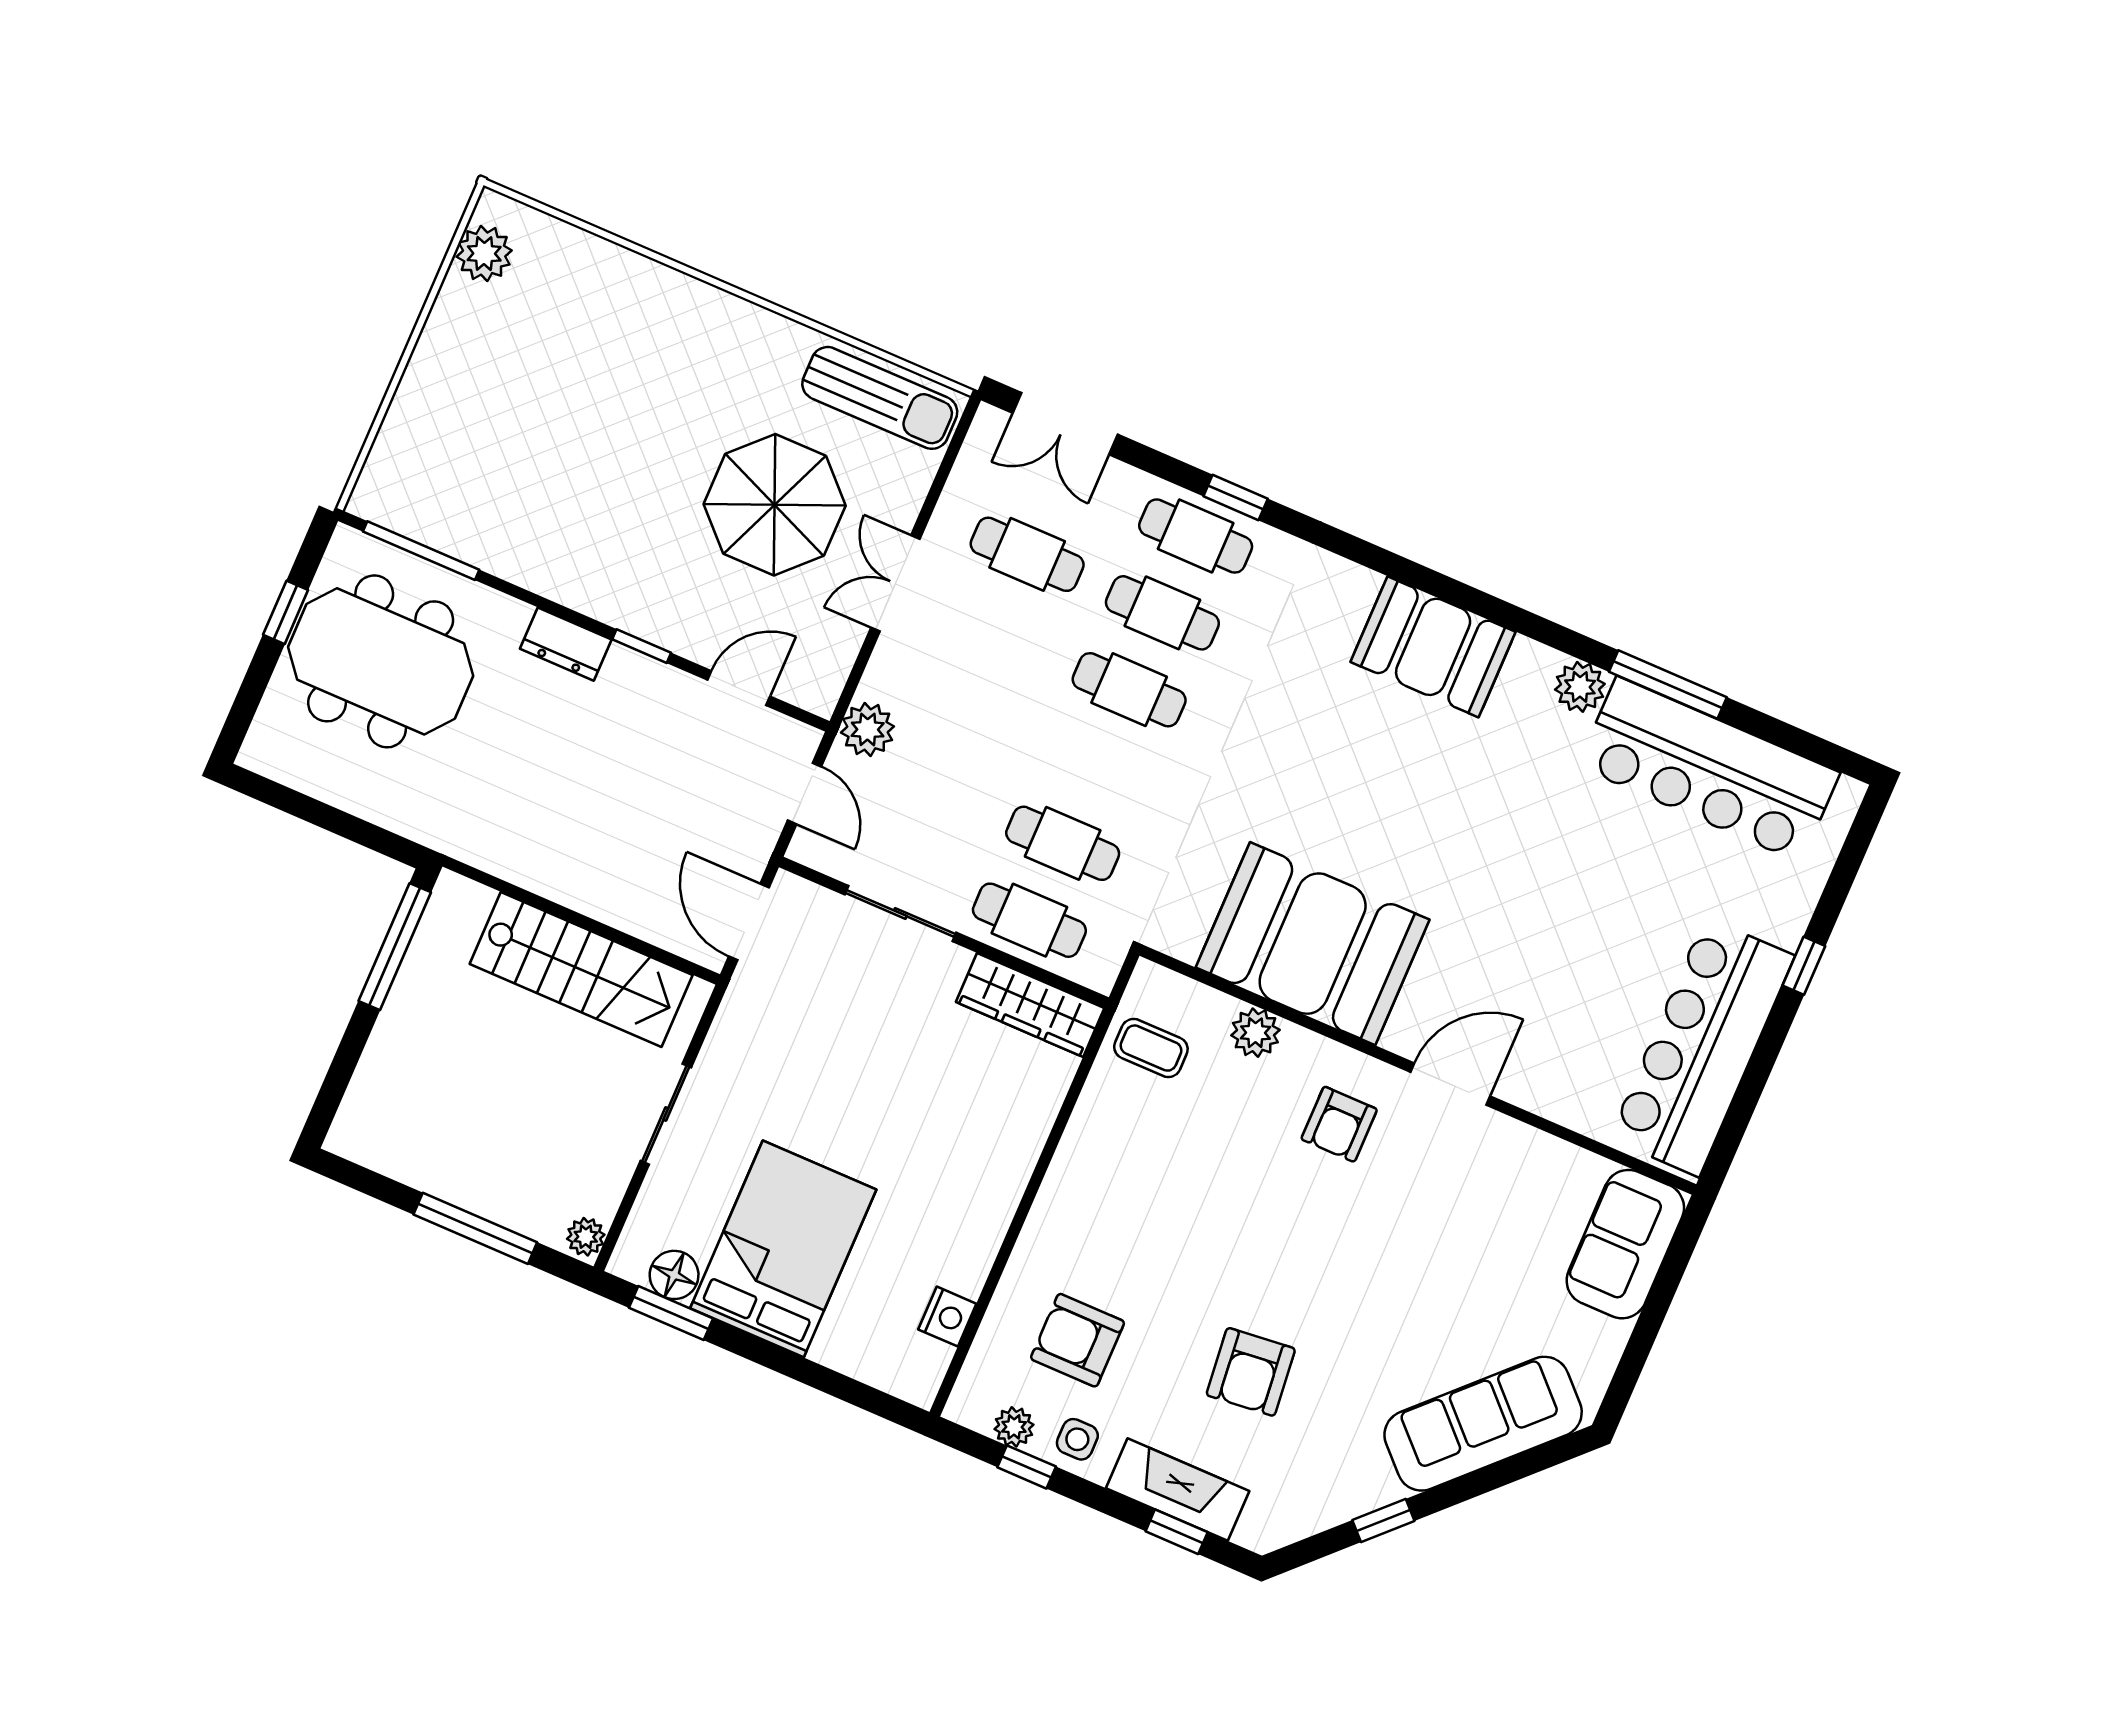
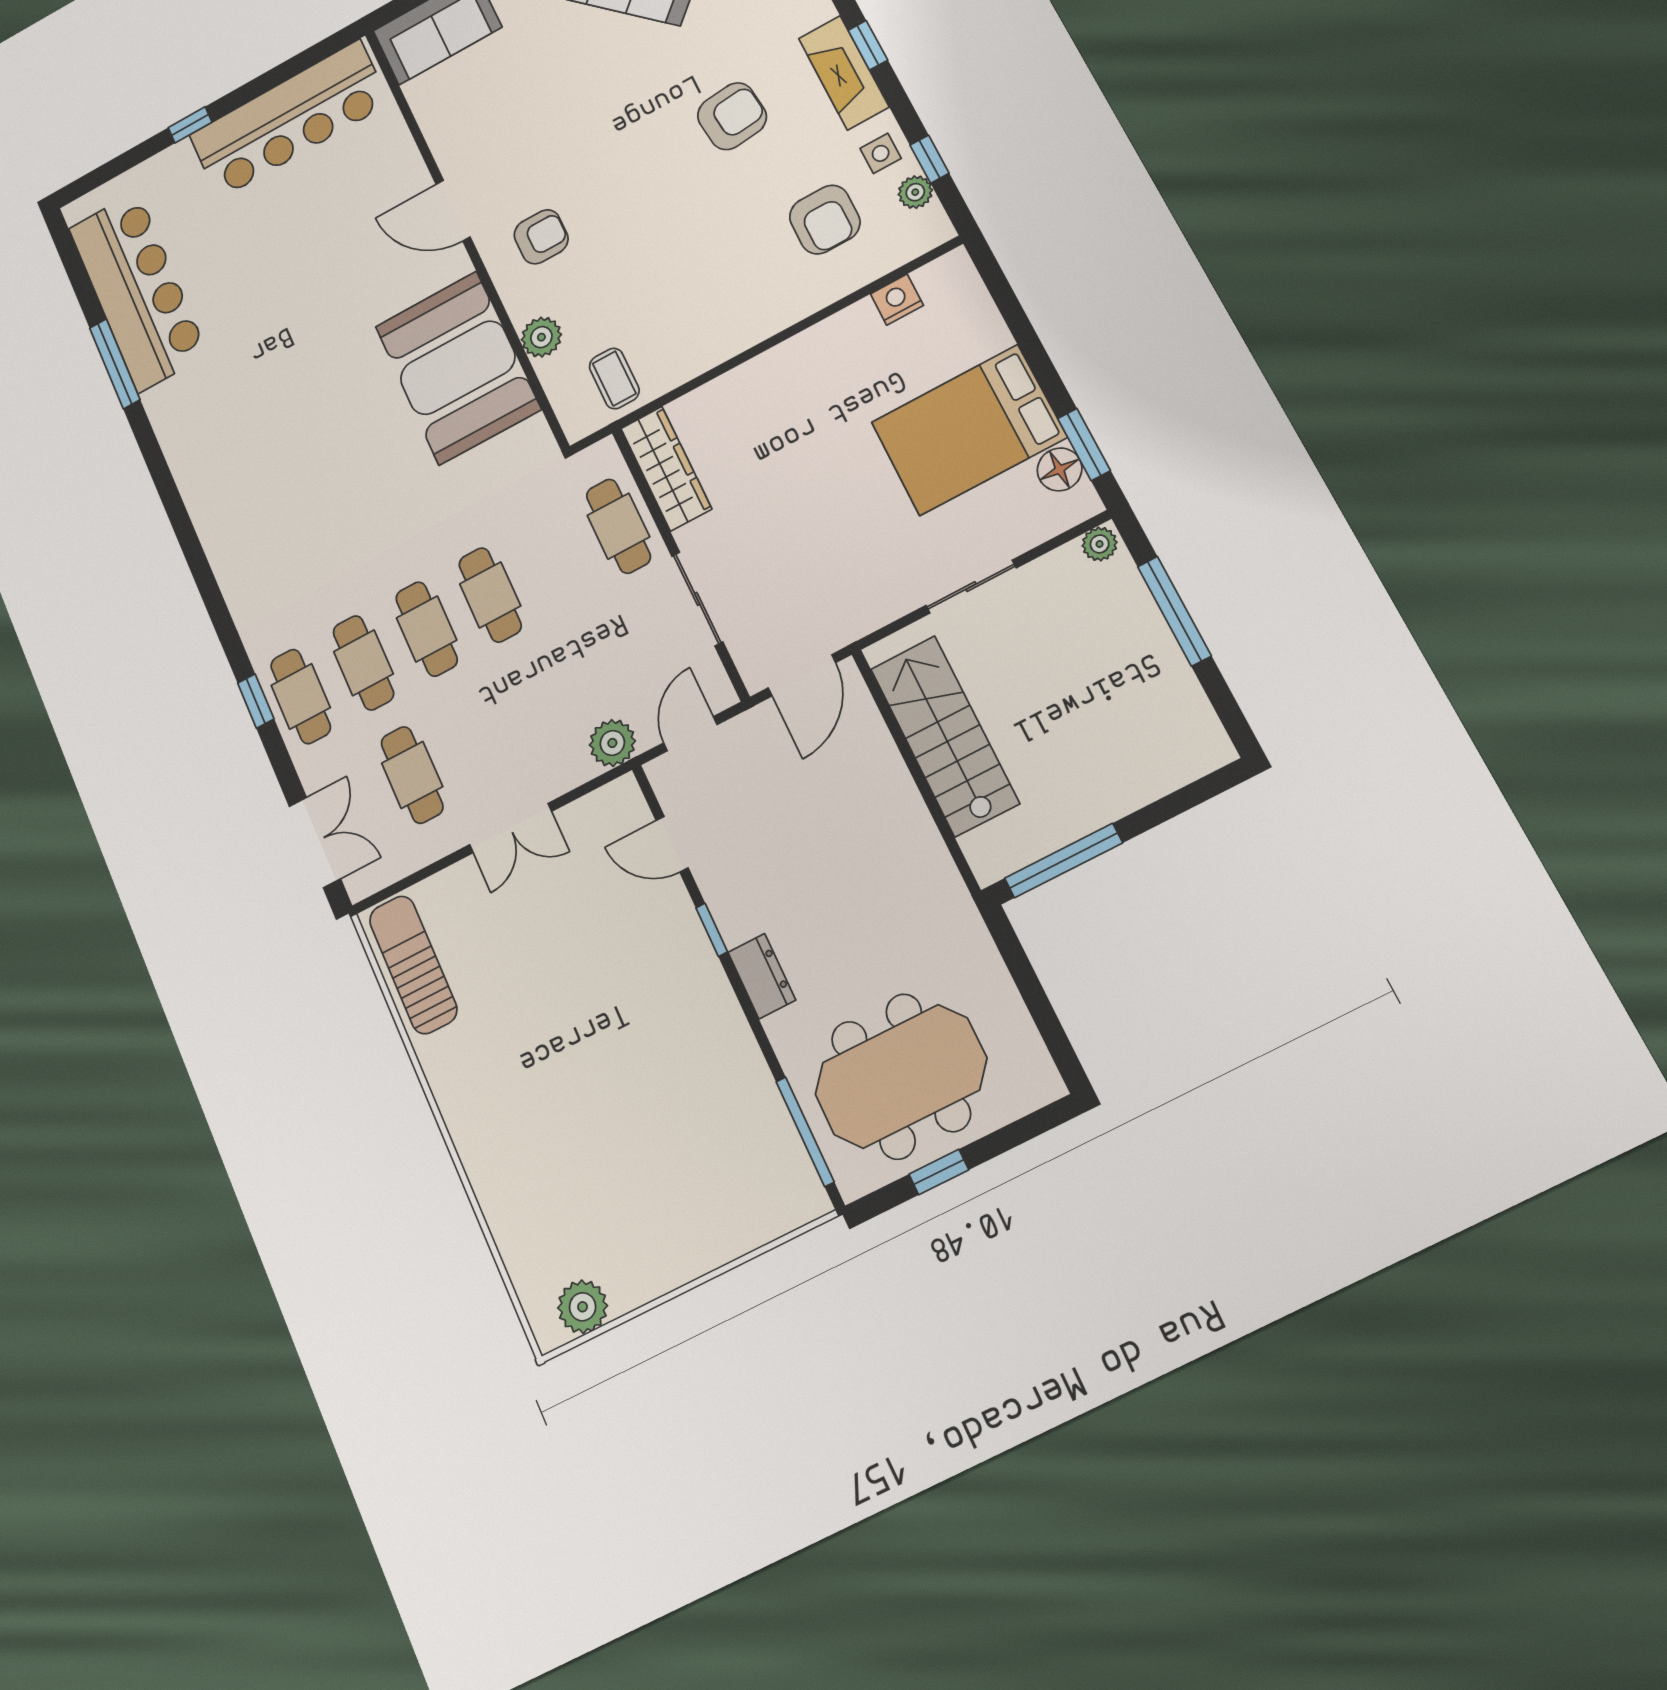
parasol: (775, 505) -> (542, 951), removed
booth: (1433, 647) -> (225, 502), removed
meeting table: (381, 661) -> (901, 1076), turned 90
plant: (1580, 687) -> (164, 404), removed
cafe table: (1063, 843) -> (490, 595), moved

